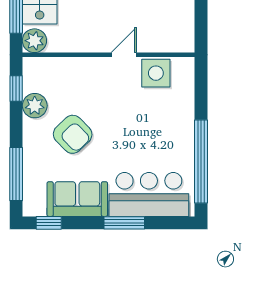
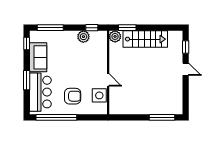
armchair: (73, 134) -> (73, 96), moved, turned -136

